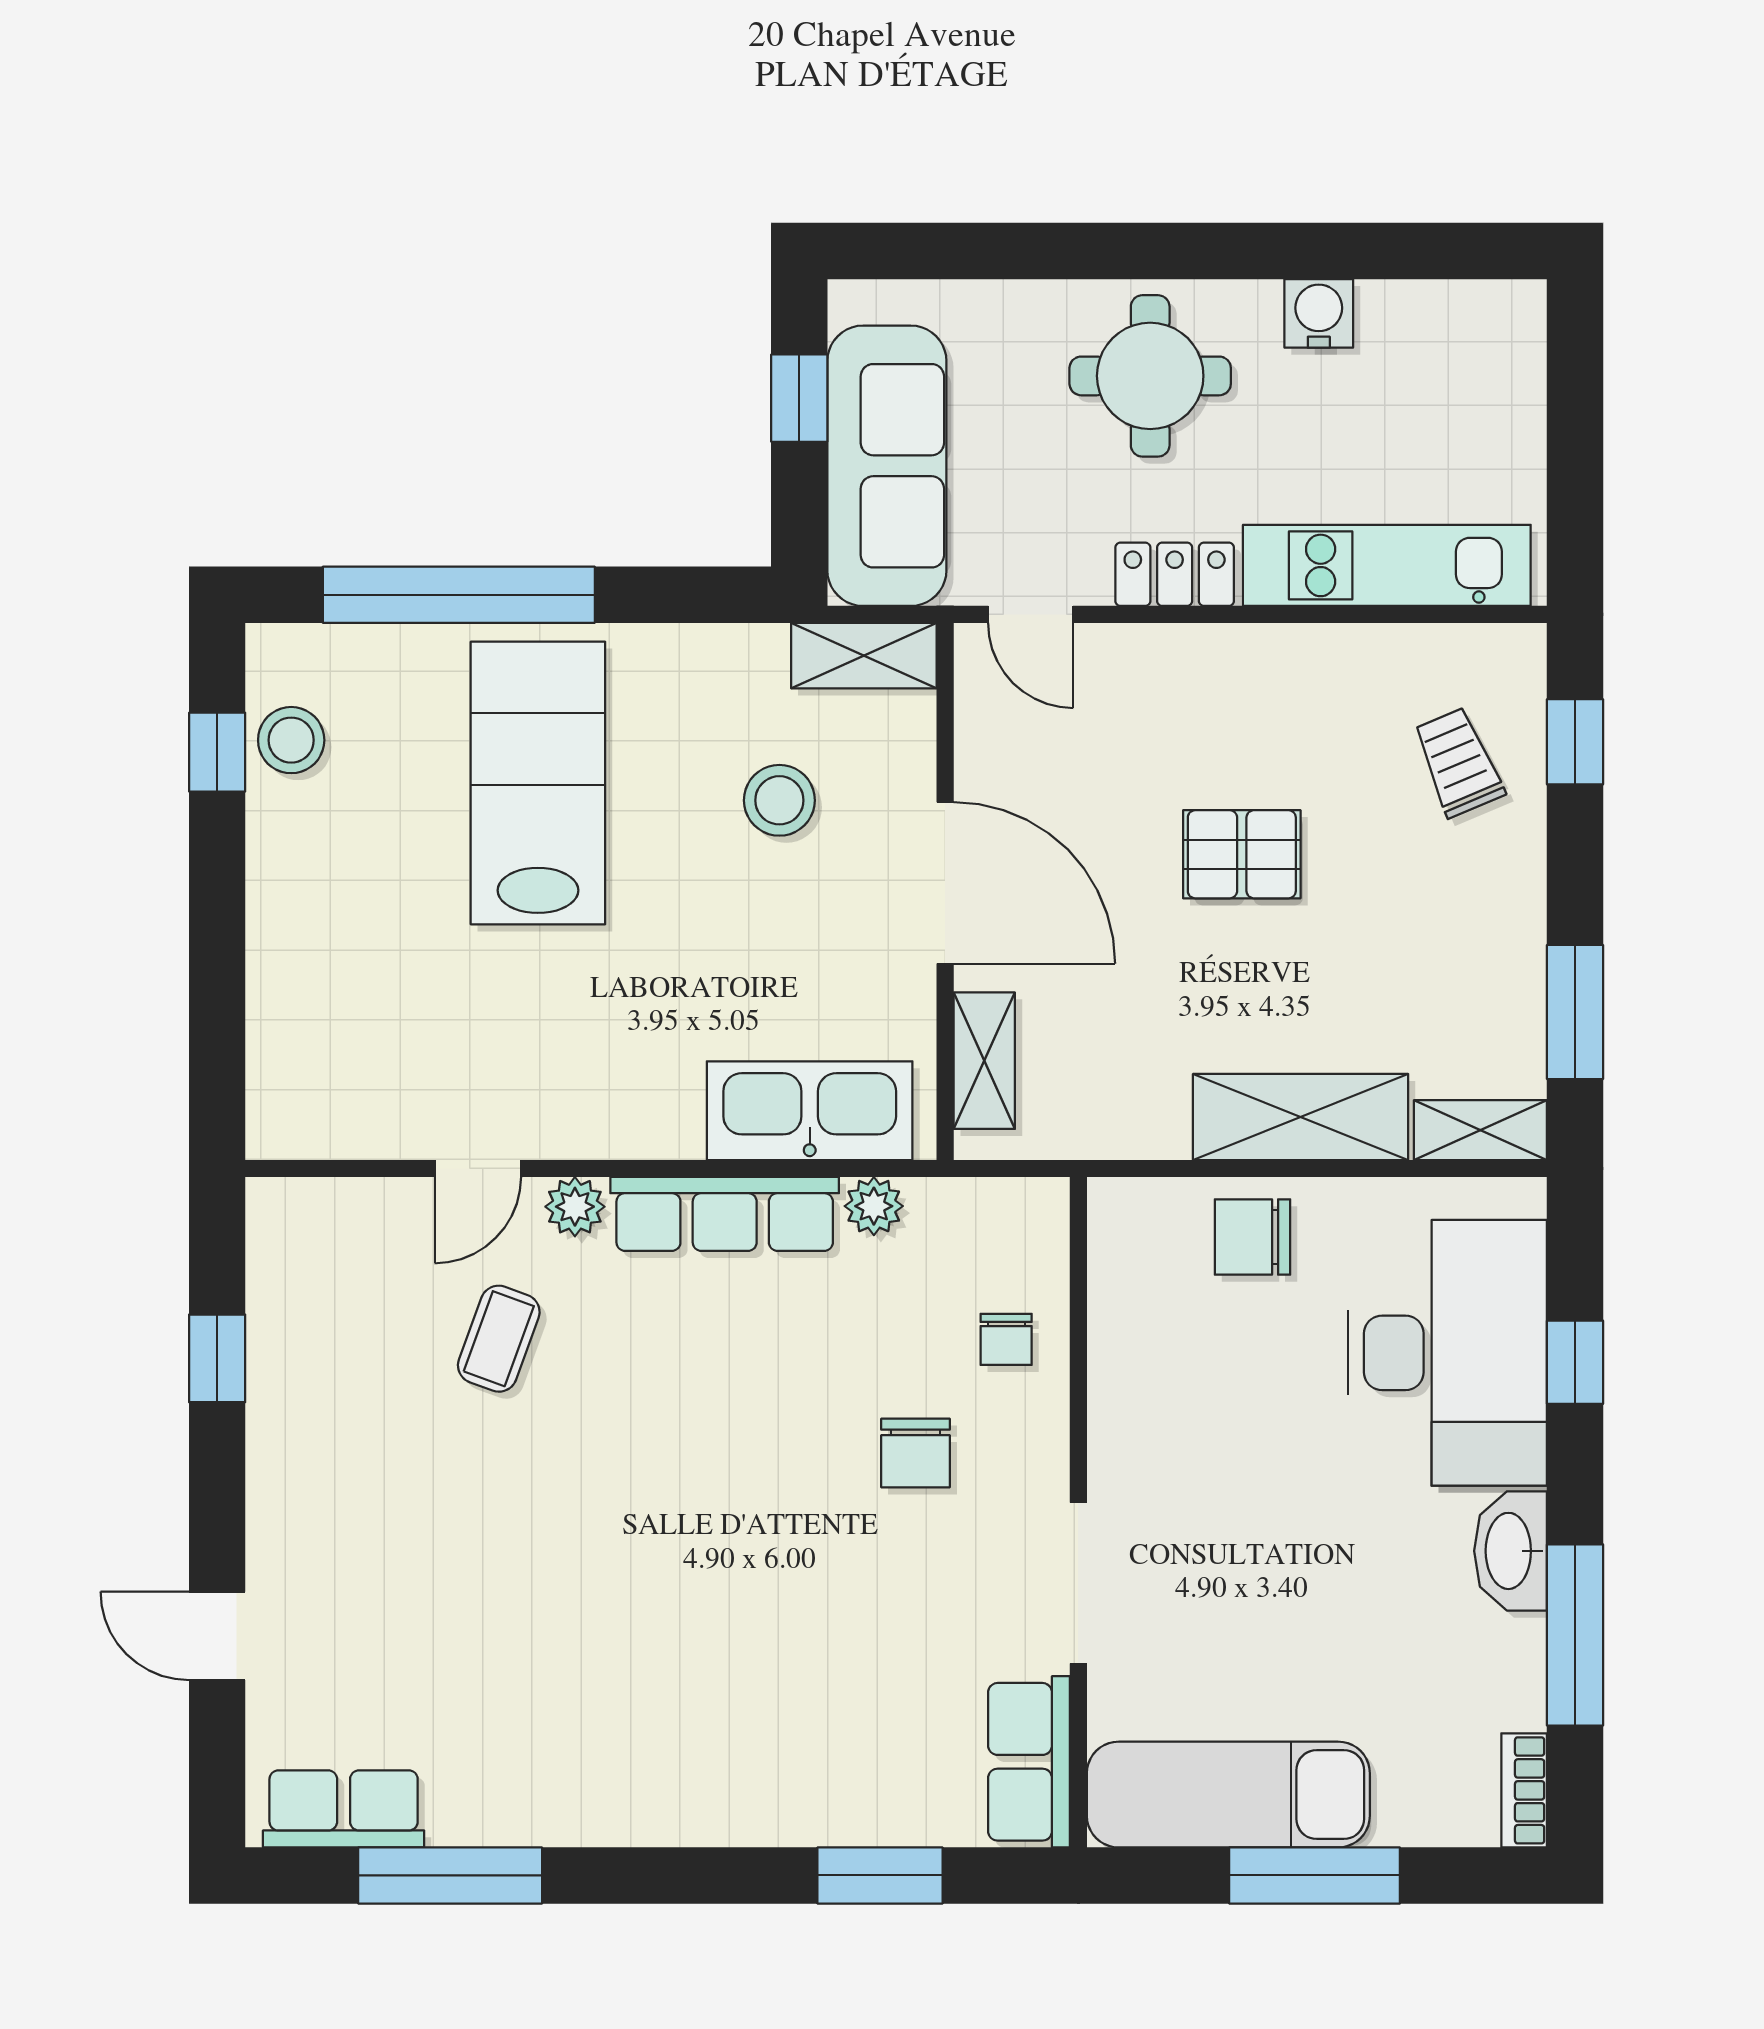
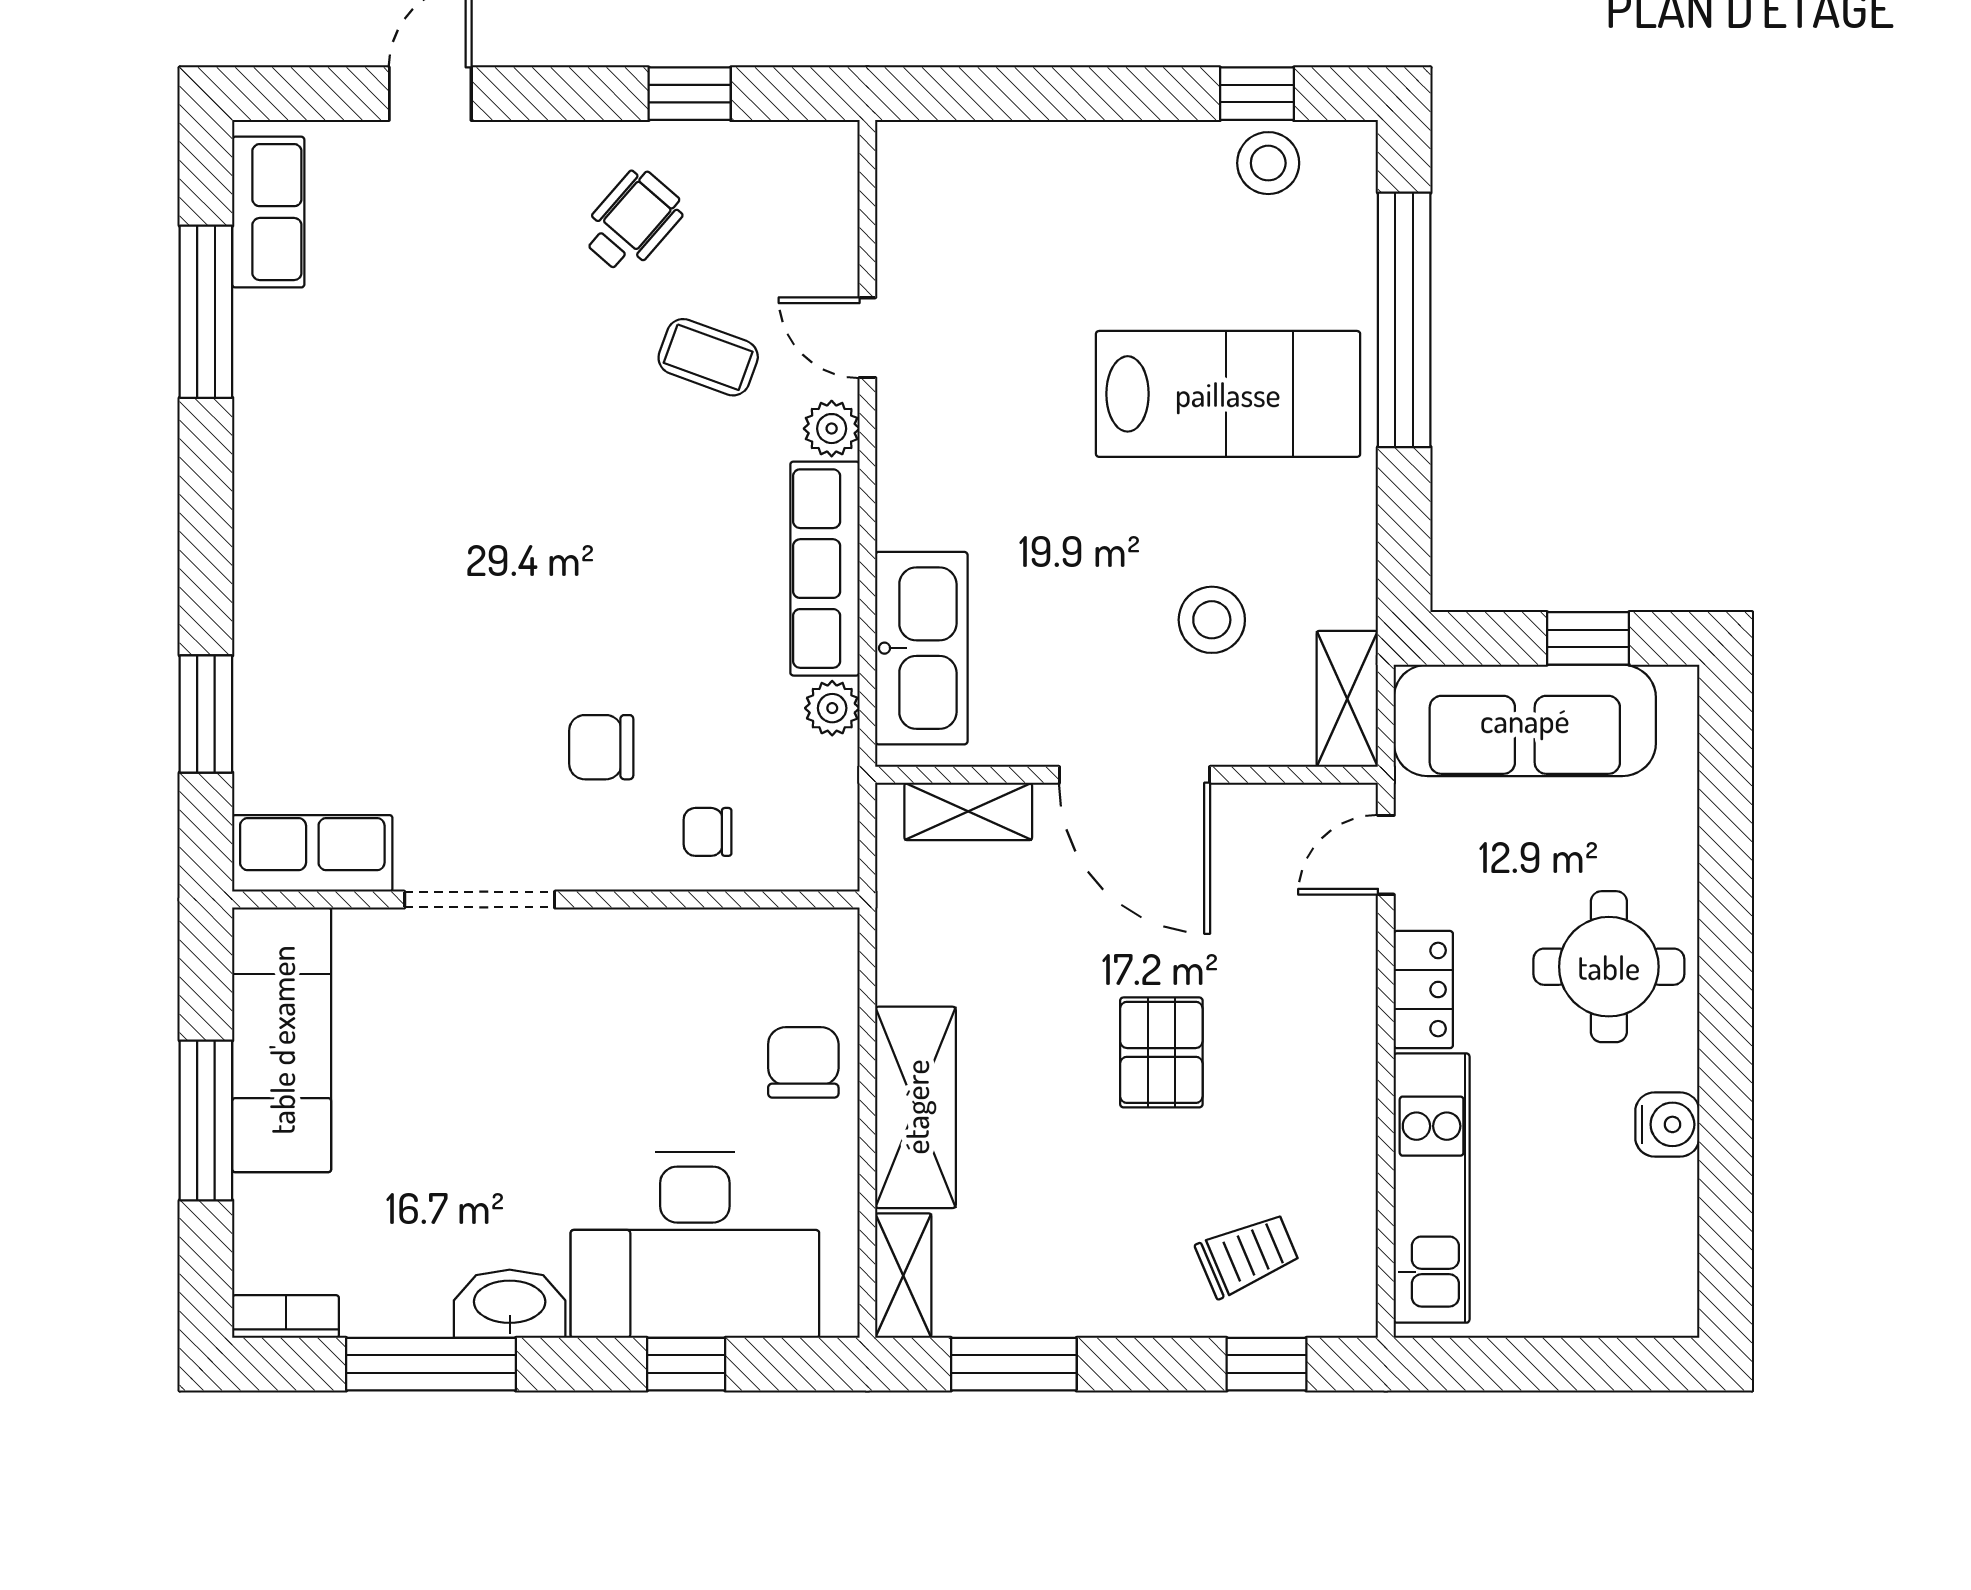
door: (945, 883) -> (1135, 775), hinge flipped
wheelchair: (353, 1420) -> (632, 221), added

